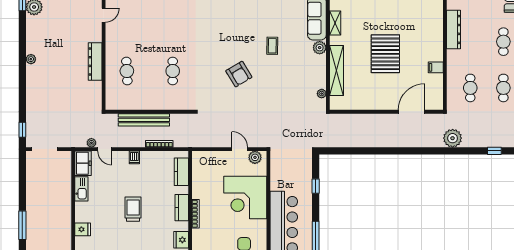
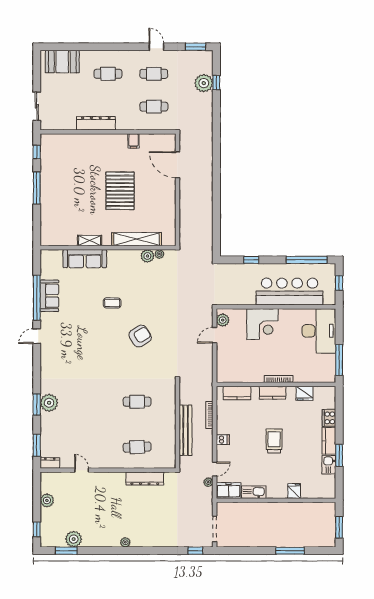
plant: (320, 48) -> (147, 256), moved
pallet: (385, 54) -> (120, 191), turned 90
dresser: (95, 62) -> (145, 479), moved
plant: (453, 138) -> (204, 83), moved
corner desk: (245, 197) -> (262, 324), width x0.74, depth x0.74
trolley: (133, 209) -> (274, 441), turned 90

